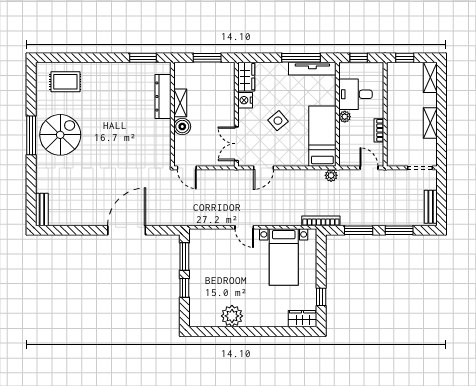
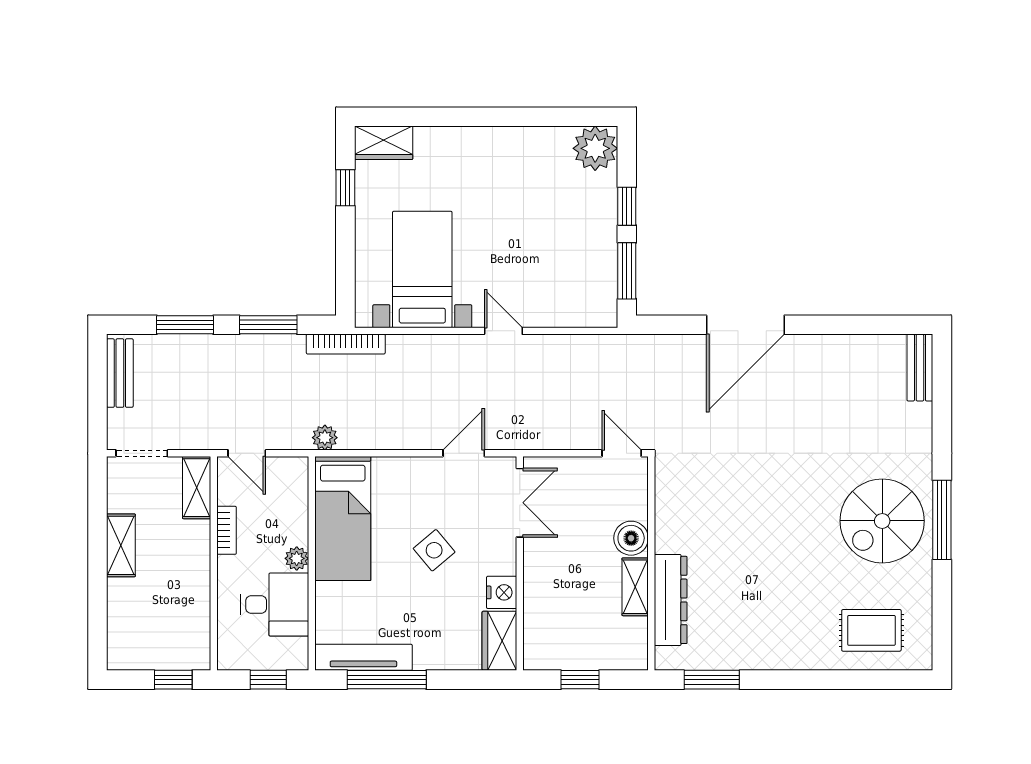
window: (207, 58) -> (580, 680), width x0.67
shelving: (430, 77) -> (197, 488), moved
plant: (232, 316) -> (595, 148), moved

